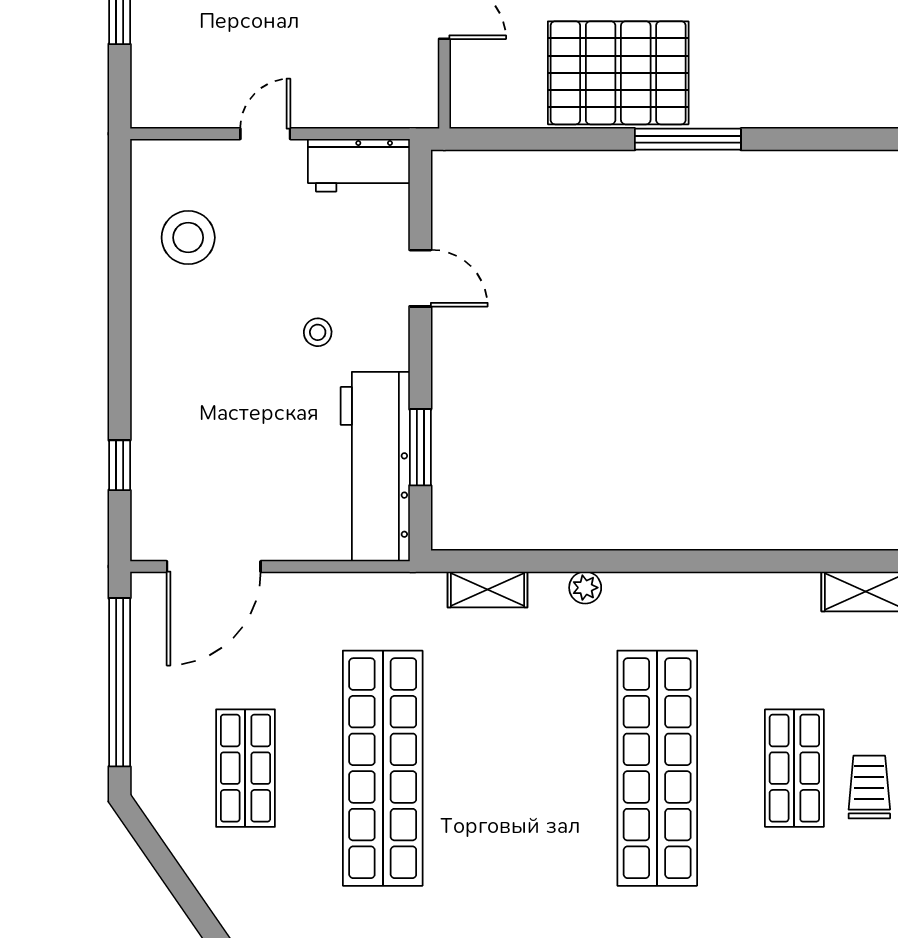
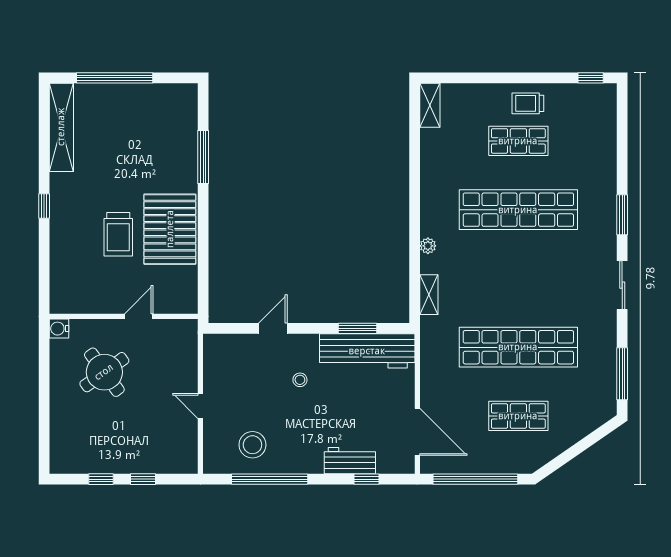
window: (688, 139) -> (203, 157), moved
workbench: (359, 165) -> (350, 461), moved, turned -90
window: (120, 272) -> (270, 479), added

